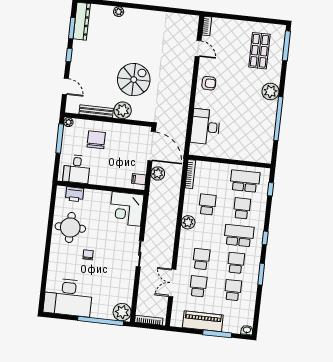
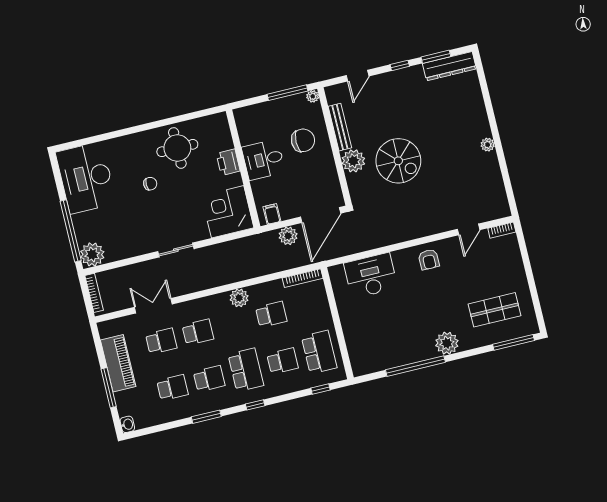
plant: (119, 12) -> (488, 145), moved
desk: (77, 169) -> (263, 160), moved
printer: (75, 194) -> (228, 162), moved

